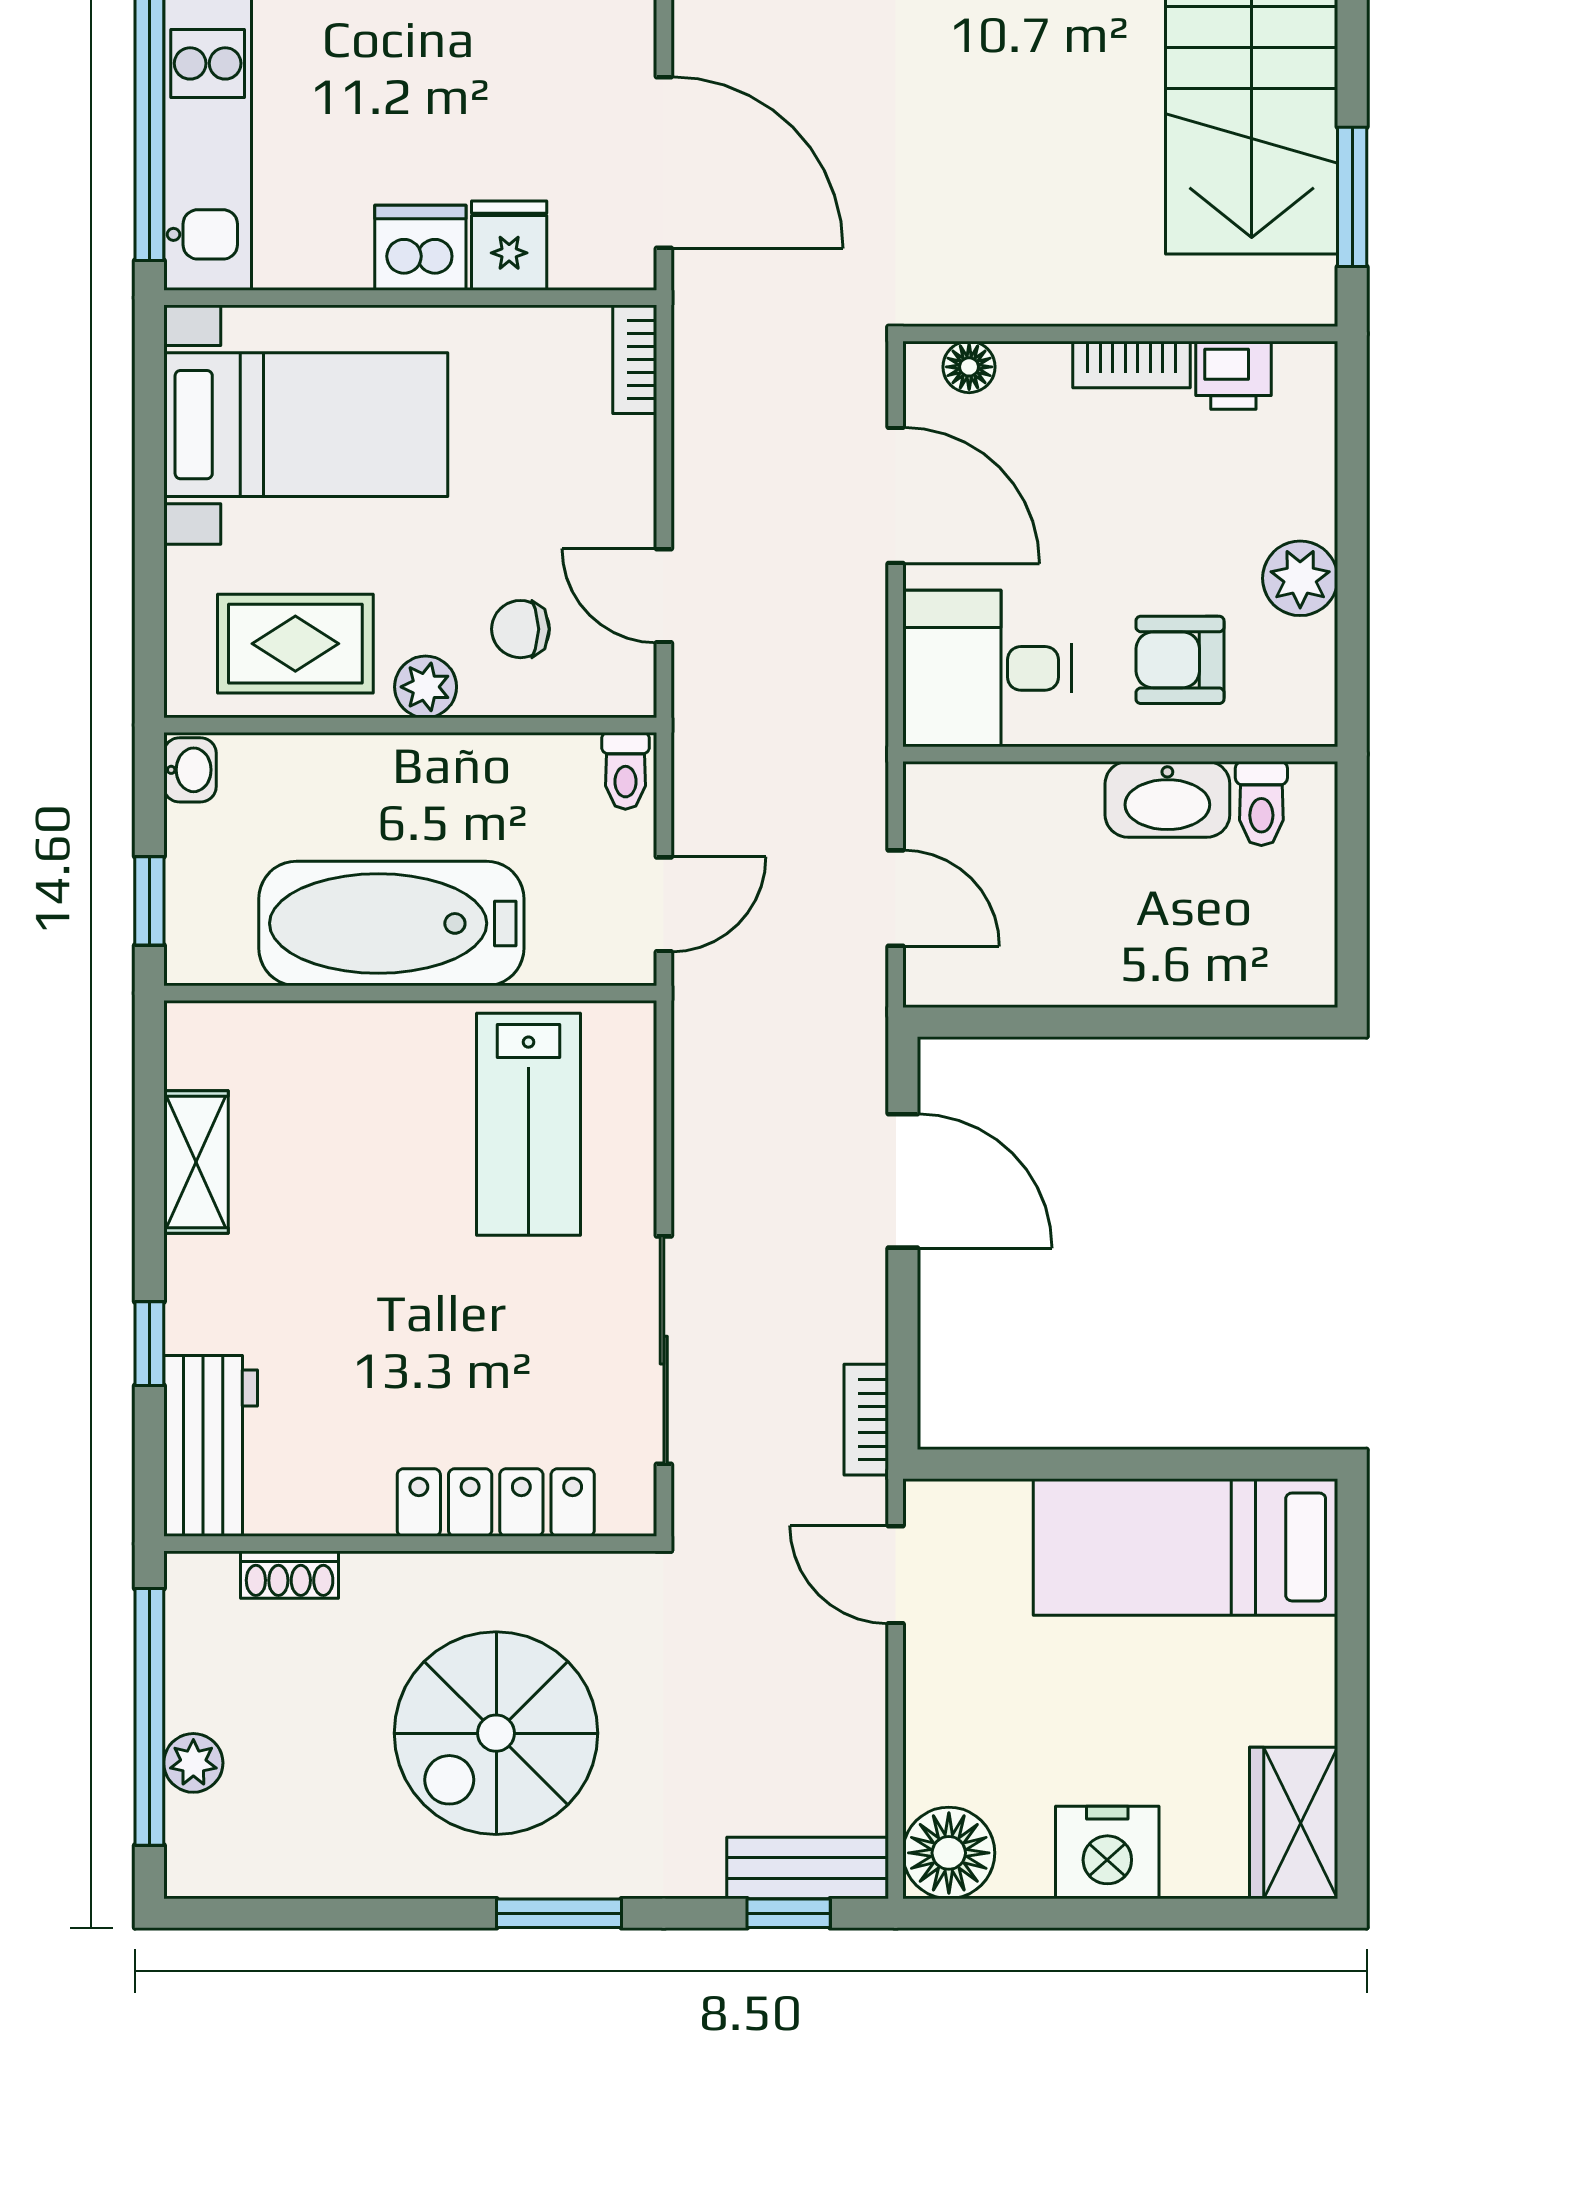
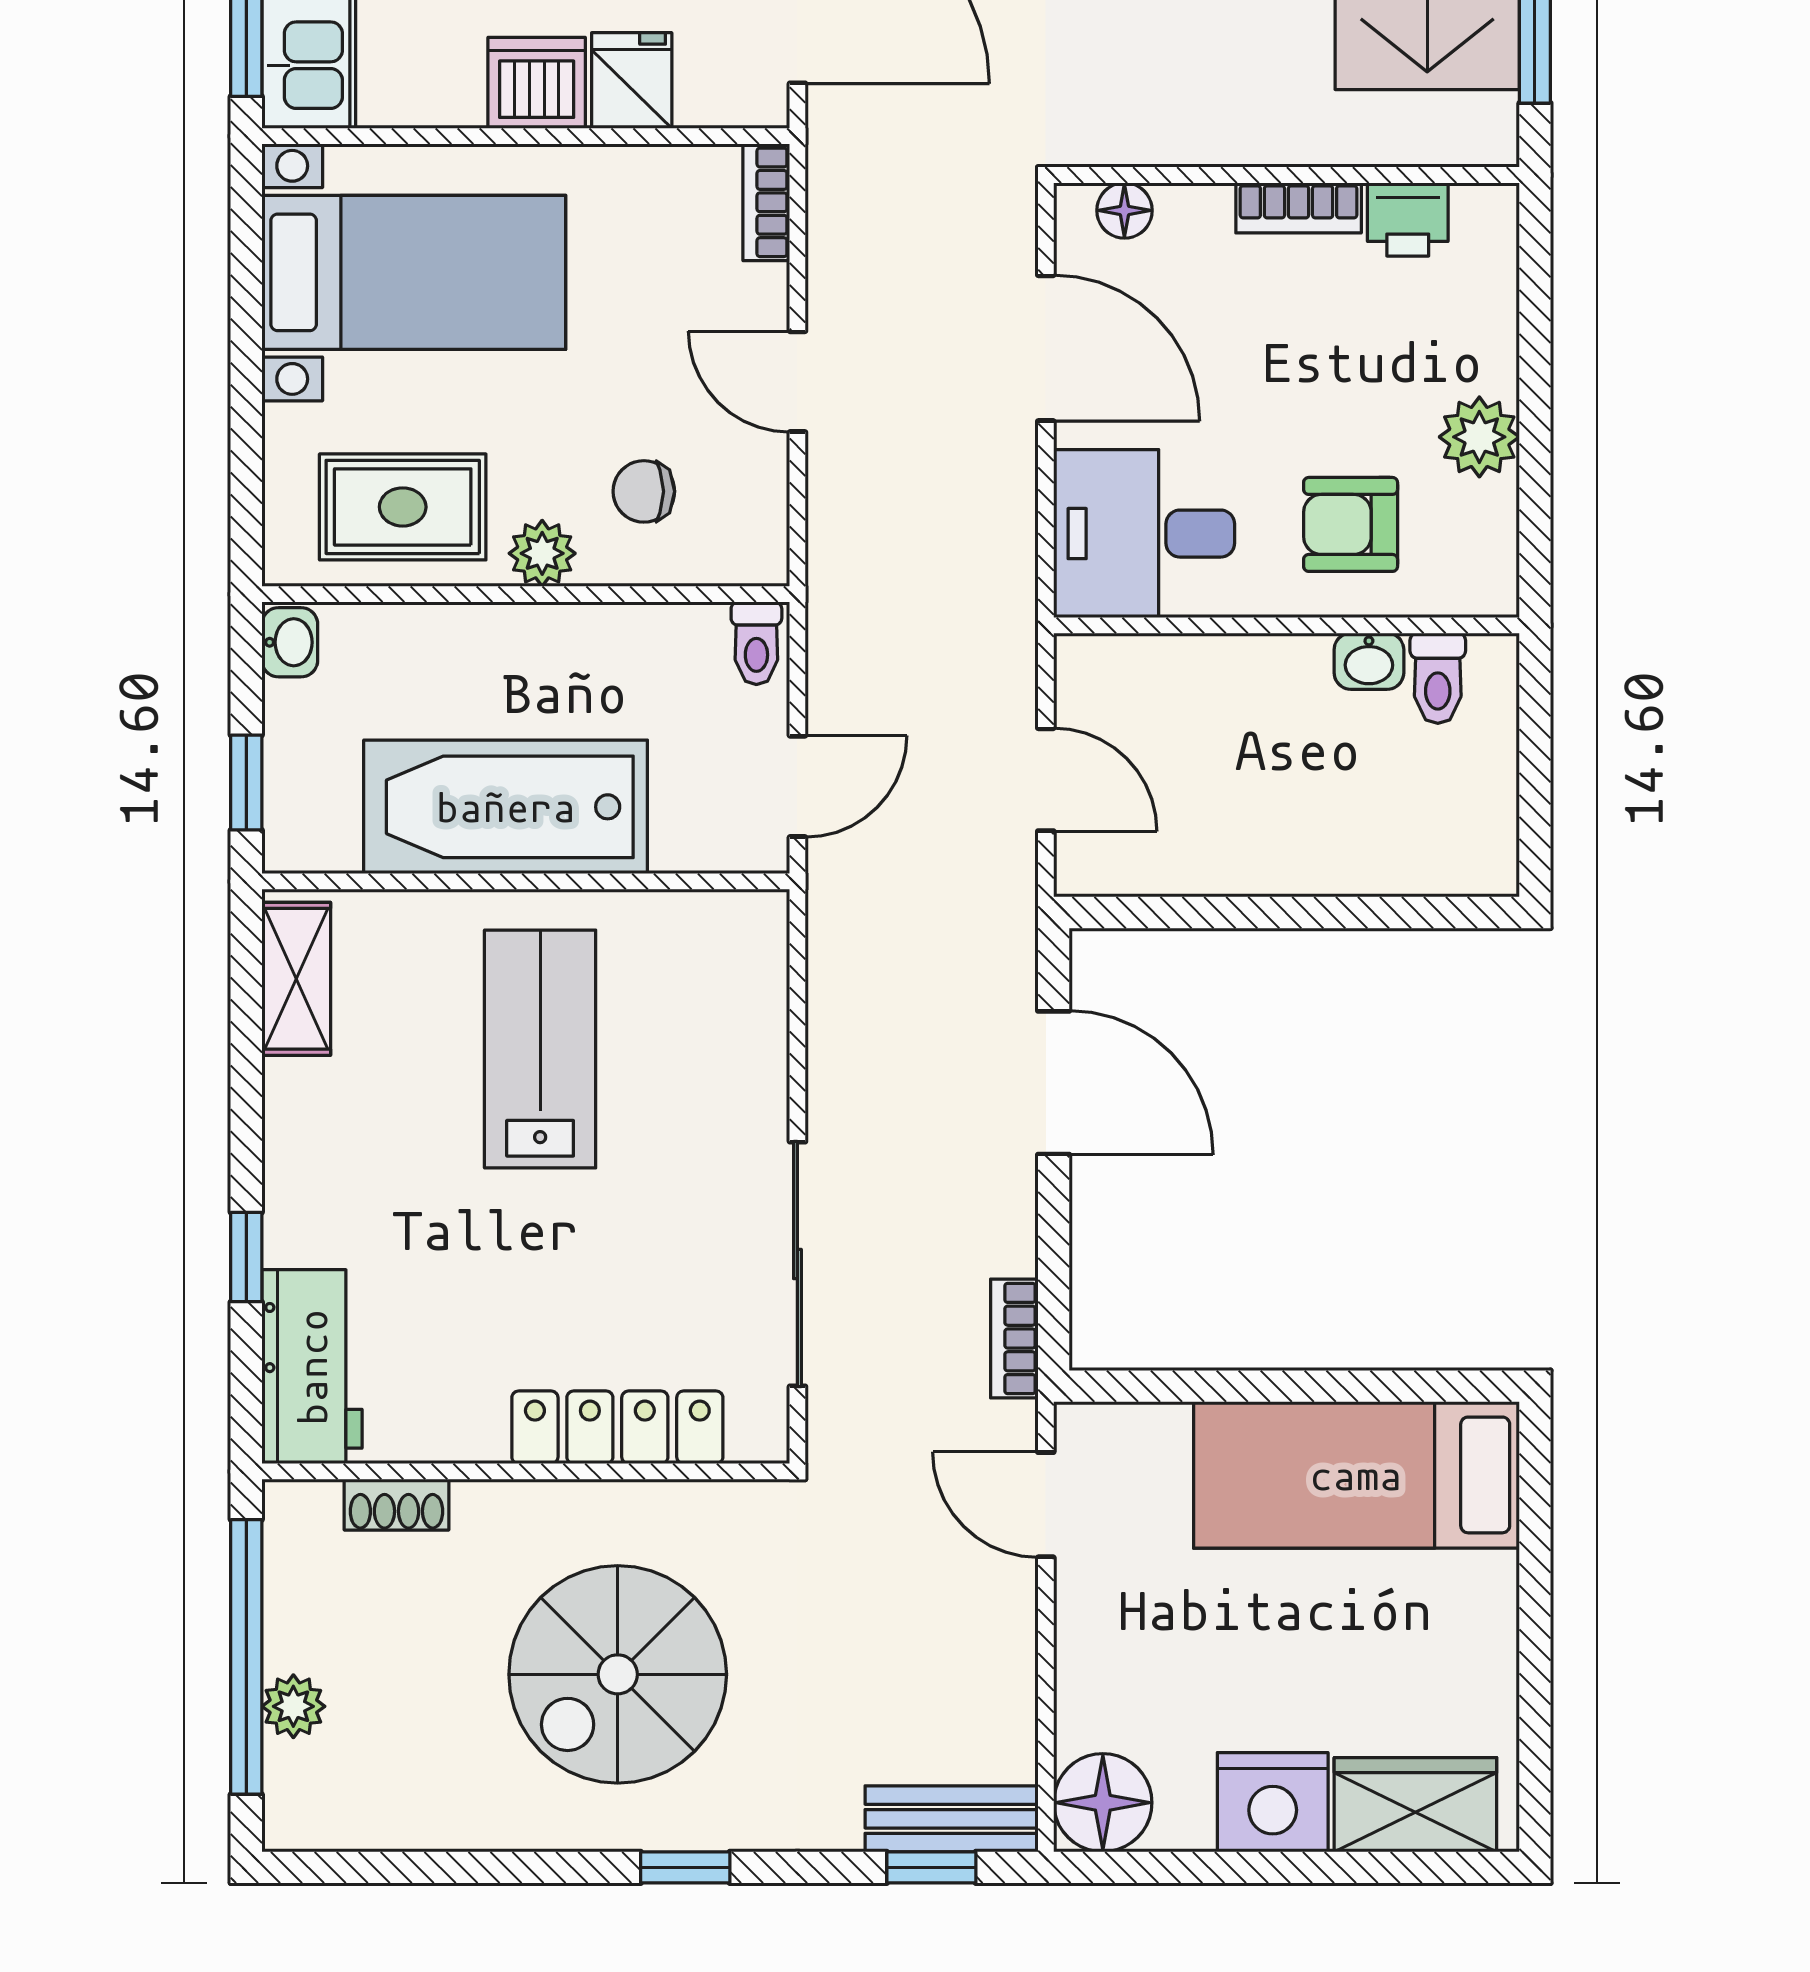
door: (664, 596) -> (797, 382), moved
washbasin: (1167, 799) -> (1369, 661), width x0.52, depth x0.69
lab bench: (528, 1124) -> (540, 1049), moved, turned 180
shelving: (196, 1162) -> (296, 979), moved
wardrobe: (1294, 1823) -> (1415, 1805), moved, turned 90
window: (559, 1913) -> (685, 1867), width x0.67

